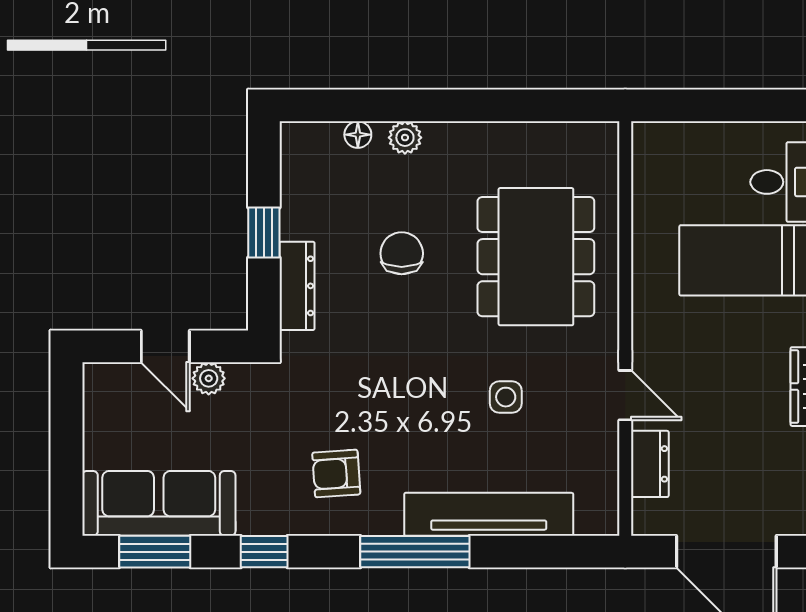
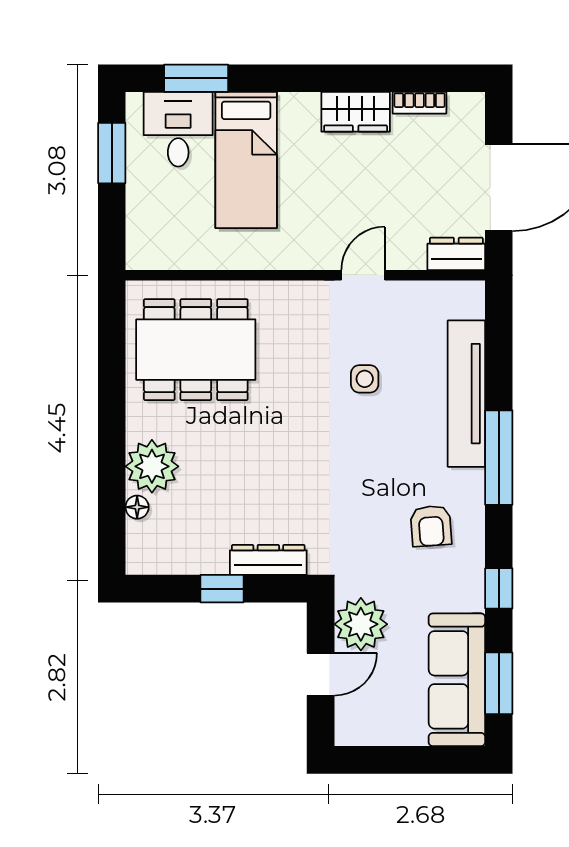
window: (766, 105) -> (112, 153), added
plant: (405, 138) -> (152, 466), width x1.87, depth x1.87
chair: (402, 253) -> (240, 469), removed
dining table: (536, 257) -> (196, 350), moved
plant: (209, 378) -> (361, 624), width x1.87, depth x1.87
dresser: (650, 464) -> (456, 254), moved

